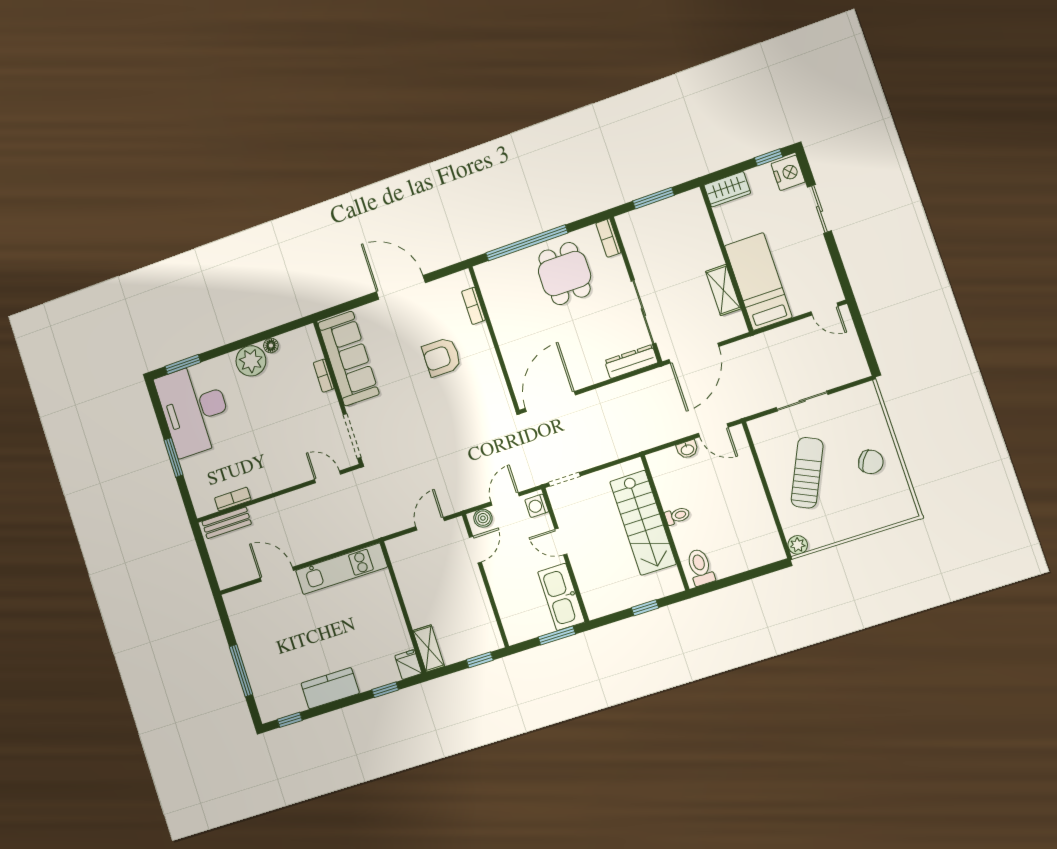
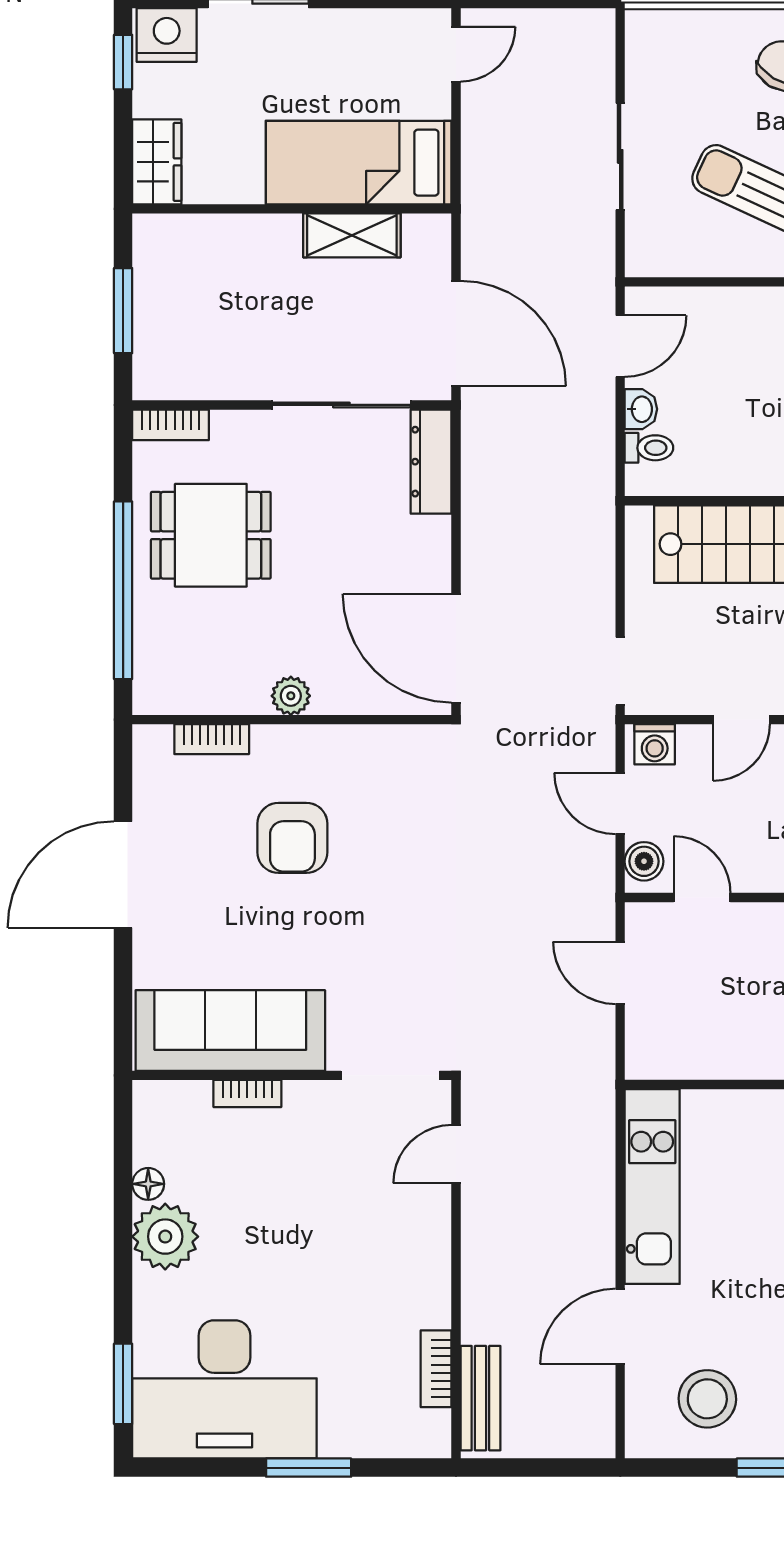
plant: (504, 335) -> (291, 696), added
toilet: (677, 516) -> (649, 448), moved, turned 90
stool: (258, 623) -> (707, 1399), added

